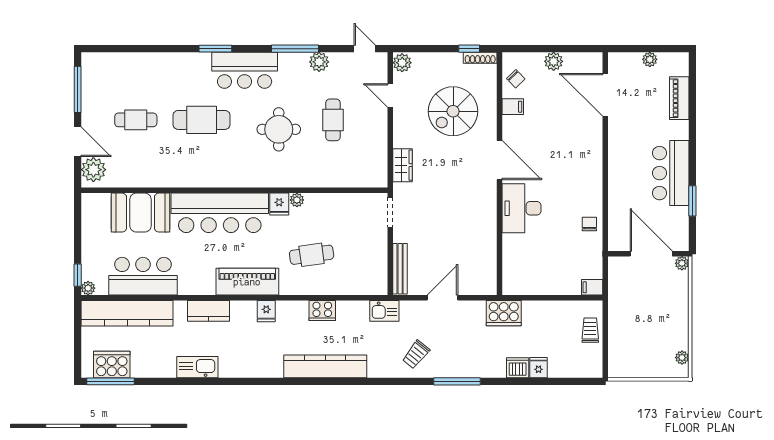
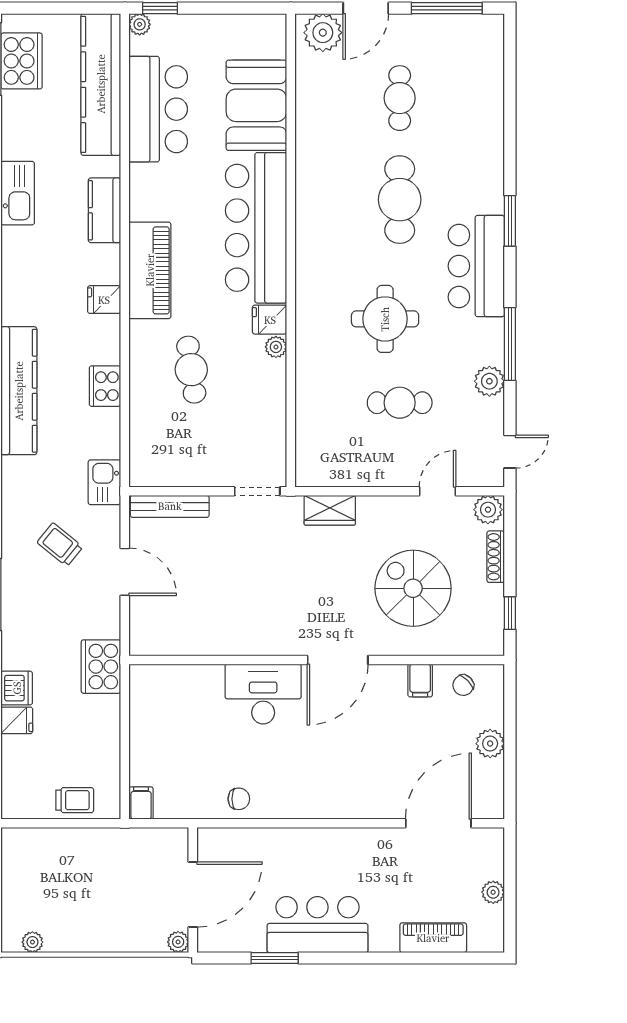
shoe rack: (480, 58) -> (496, 557), moved
trolley: (416, 354) -> (60, 545), moved

